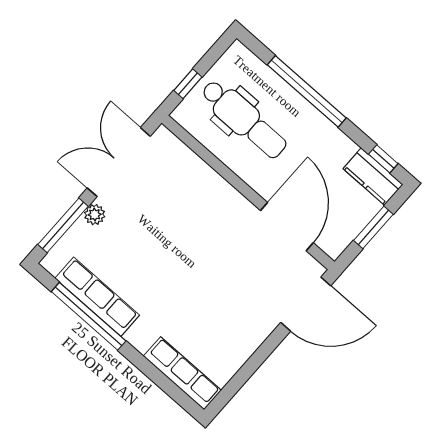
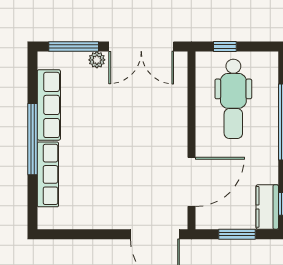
double door: (119, 162) -> (141, 47), swing flipped
window: (89, 316) -> (32, 139), moved
row of seats: (182, 373) -> (48, 174), moved

